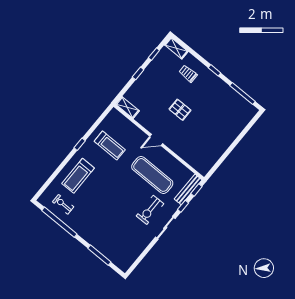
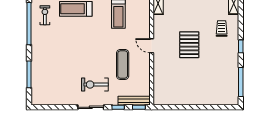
pallet: (180, 110) -> (189, 45), width x1.50, depth x1.42
exercise mat: (152, 175) -> (123, 64), width x0.73, depth x0.69

